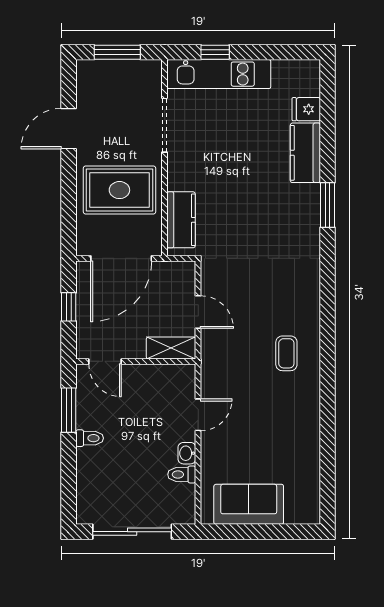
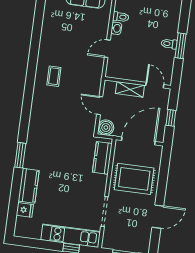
boiler: (182, 275) -> (106, 127), added
shelving: (171, 348) -> (130, 89), moved
window: (69, 410) -> (181, 46), moved

